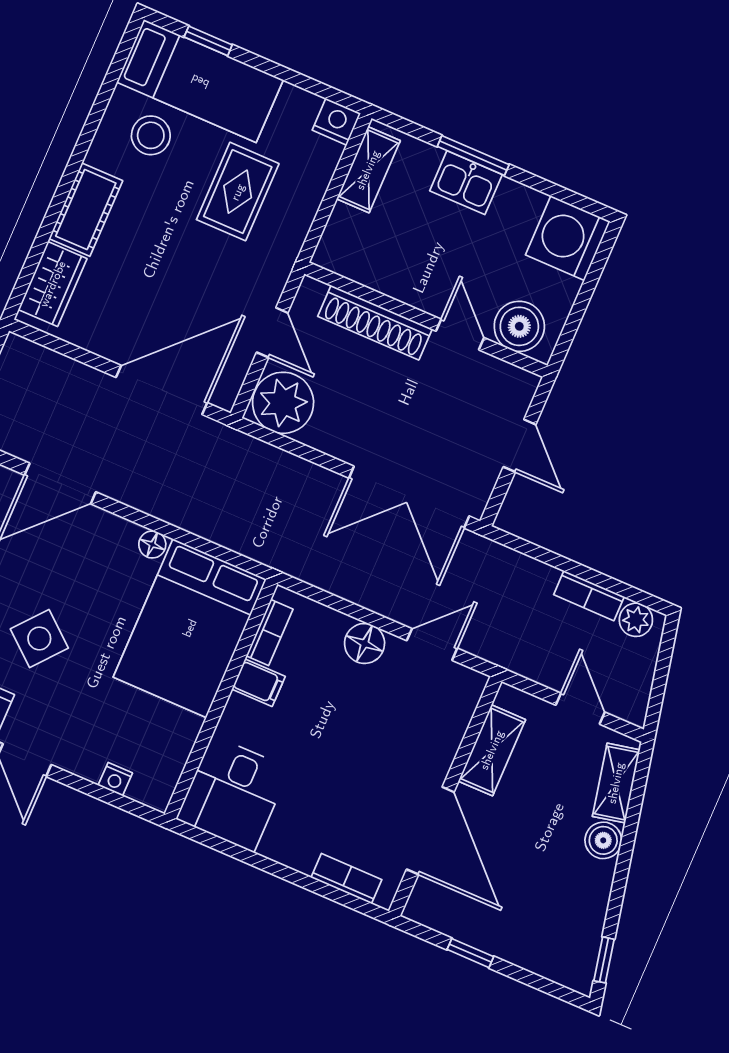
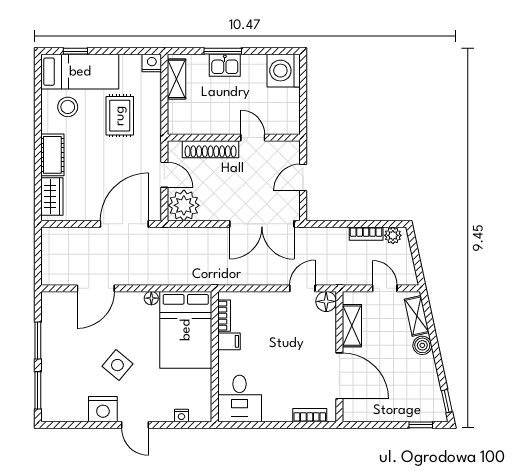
boiler: (519, 326) -> (279, 122), removed
door: (520, 446) -> (303, 178), swing flipped
floor lamp: (365, 643) -> (326, 301), moved
window: (470, 953) -> (421, 425), moved

